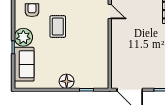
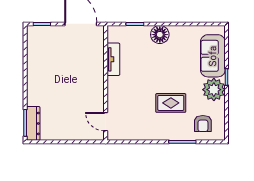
rug: (58, 27) -> (171, 103), turned 90
tv unit: (104, 61) -> (113, 59), added

